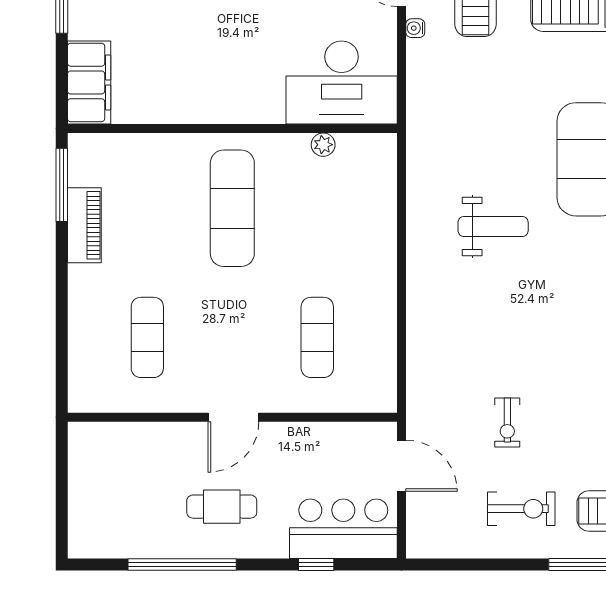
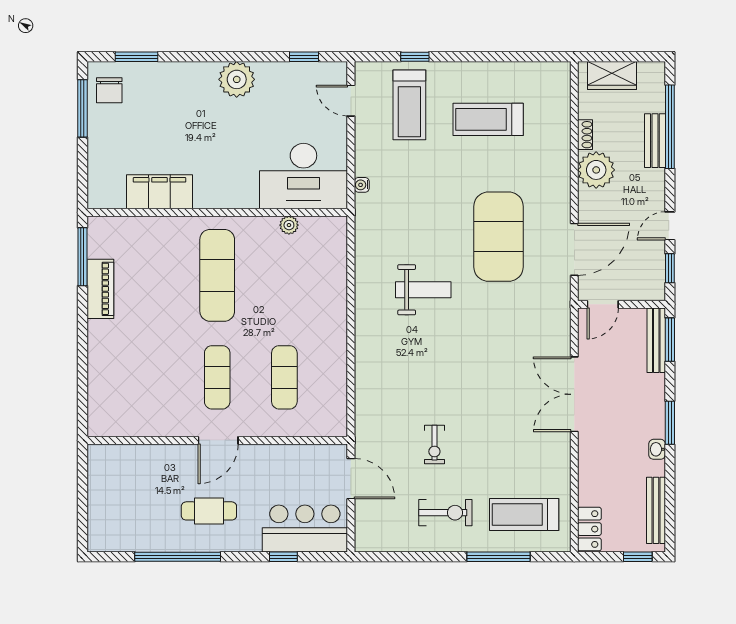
water cooler: (415, 28) -> (362, 185), moved
filing cabinet: (89, 82) -> (159, 192), moved, turned -90
exercise mat: (147, 337) -> (217, 377), moved

